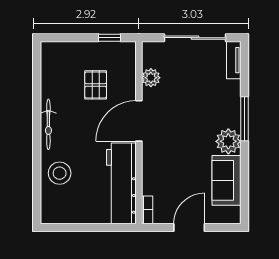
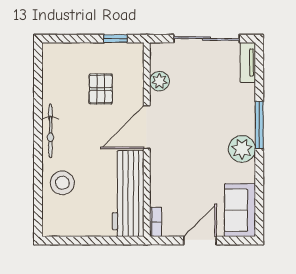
sofa: (227, 180) -> (240, 210), moved

